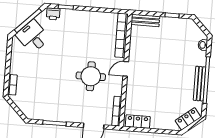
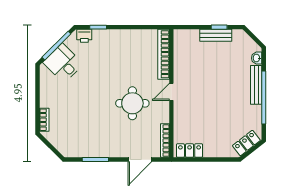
bench: (145, 20) -> (216, 35), moved
bench: (199, 84) -> (256, 85), moved

